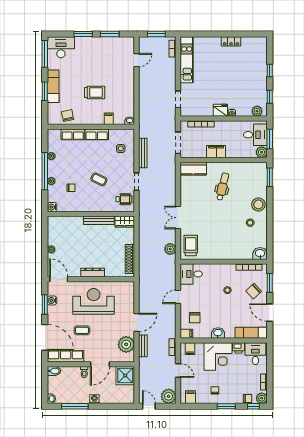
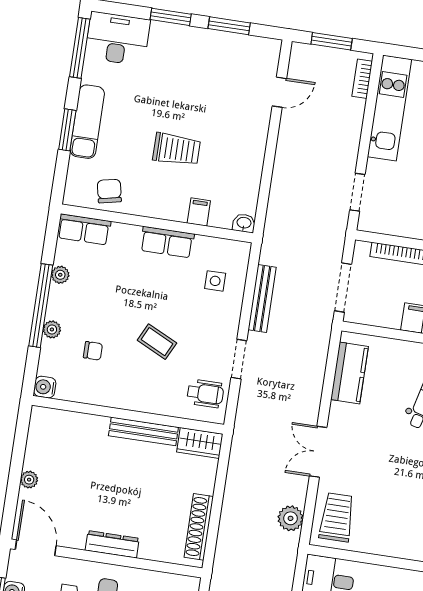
row of seats: (73, 134) -> (84, 229), moved
kitchen counter: (193, 169) -> (349, 373), moved, turned -90

